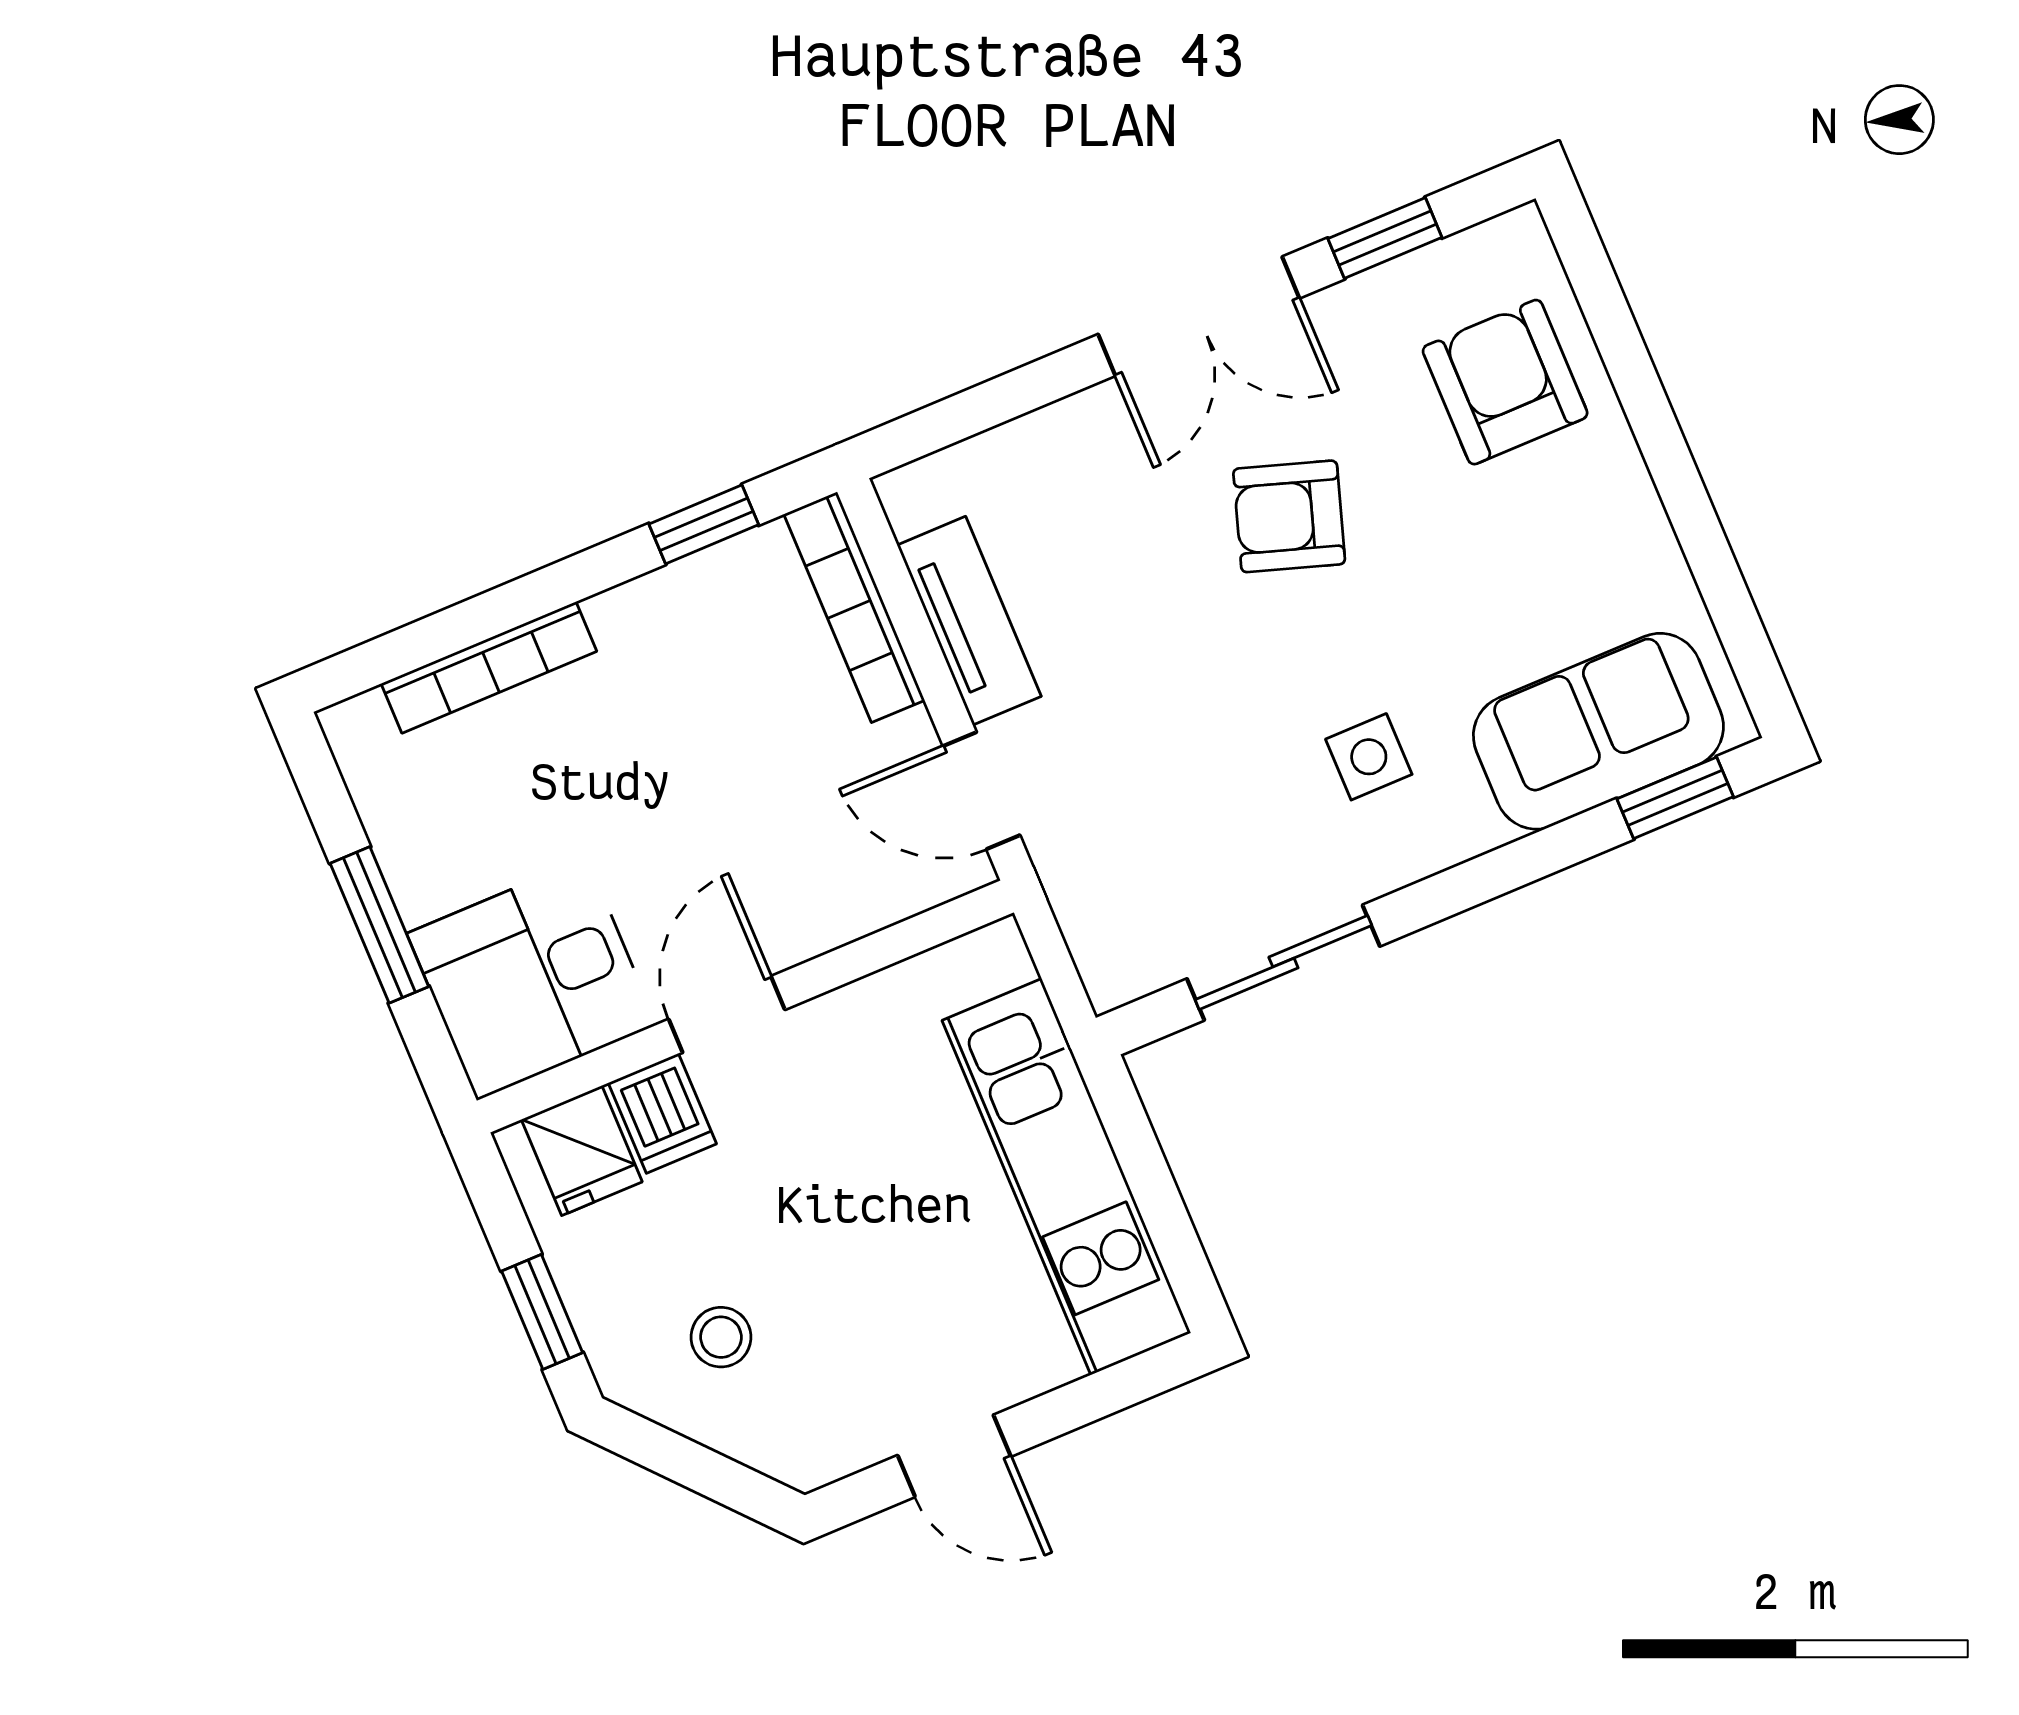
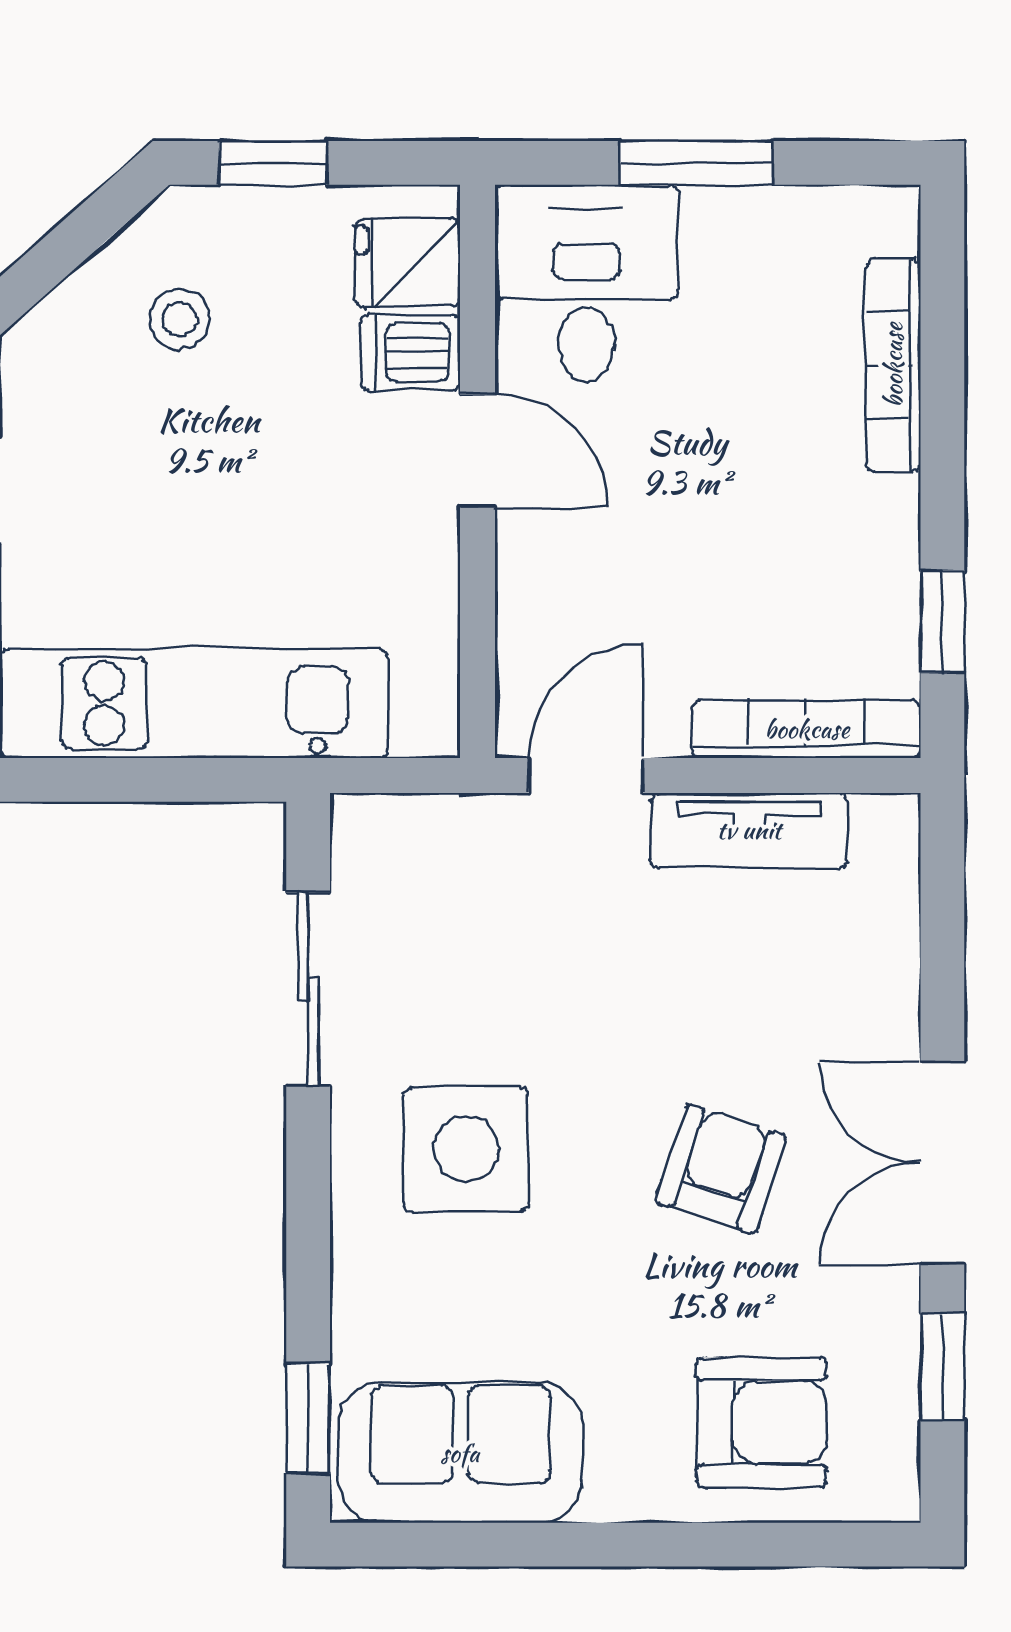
sofa: (1598, 731) -> (460, 1453), moved, turned -90
side table: (1369, 757) -> (466, 1149), width x1.87, depth x1.87

